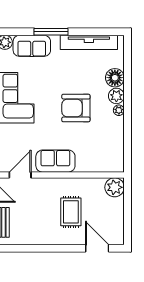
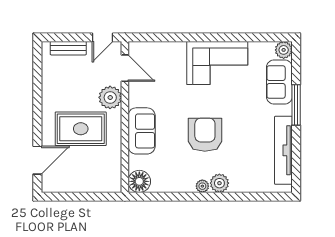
floor lamp: (115, 78) -> (139, 181), moved
sofa: (55, 161) -> (142, 131), moved
plant: (115, 187) -> (110, 97), moved
rug: (71, 212) -> (81, 129), width x1.36, depth x1.43

